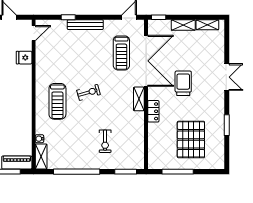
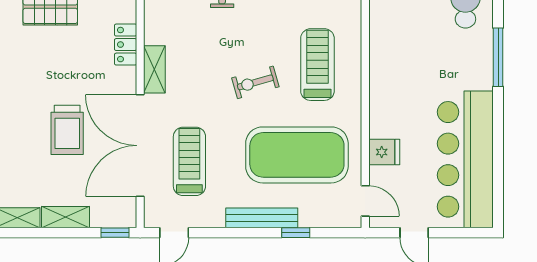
door: (34, 33) -> (365, 201), swing flipped
exercise mat: (68, 56) -> (297, 155), added
trolley: (183, 83) -> (67, 130), moved

